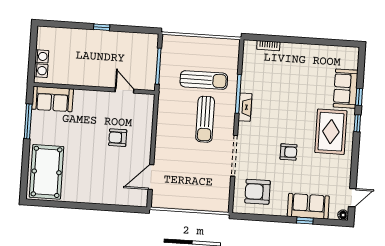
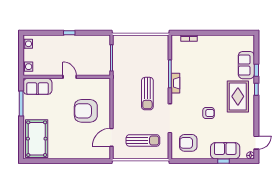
washing machine: (42, 56) -> (28, 44), moved
sun lounger: (204, 80) -> (143, 140), moved
door: (125, 90) -> (70, 77), moved
armchair: (118, 138) -> (86, 111), width x1.88, depth x1.88

